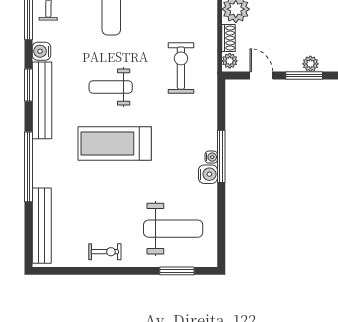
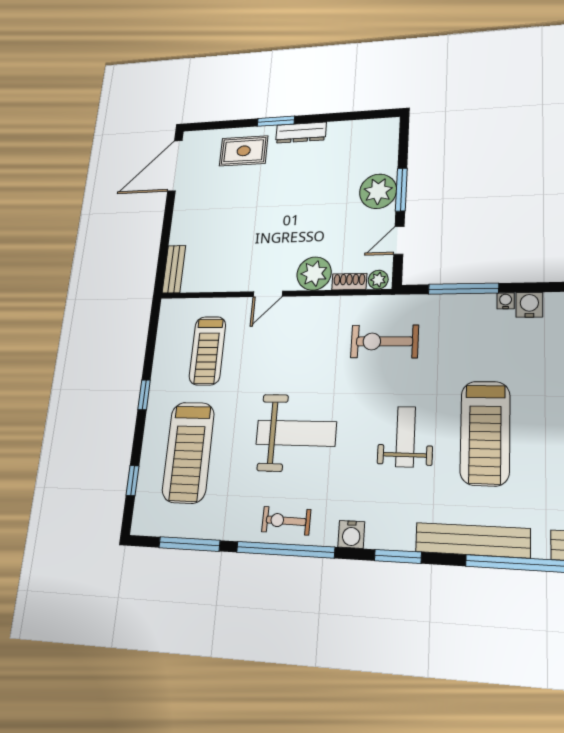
plant: (310, 64) -> (378, 191), width x1.88, depth x1.88
weight bench: (111, 87) -> (406, 437), turned 180
bench: (42, 100) -> (472, 540), moved
window: (221, 156) -> (463, 289), moved

